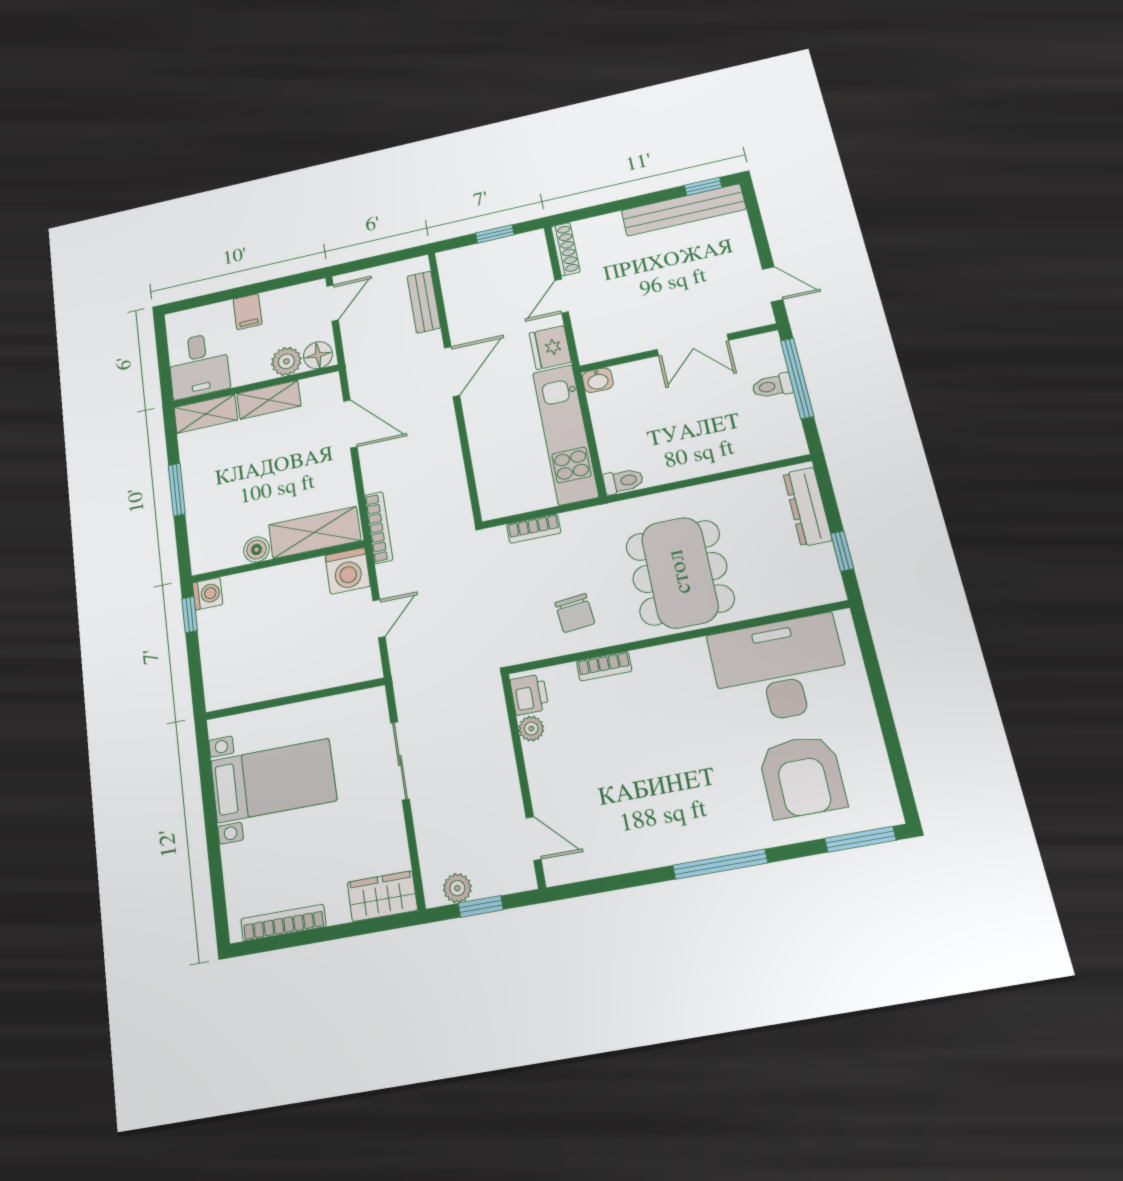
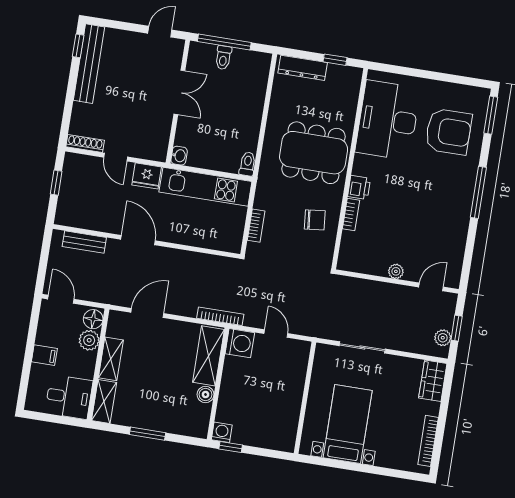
printer: (529, 695) -> (359, 187), moved, turned 90
plant: (531, 729) -> (396, 271), moved

